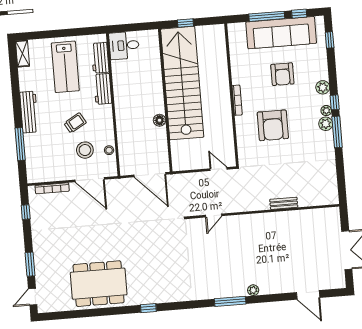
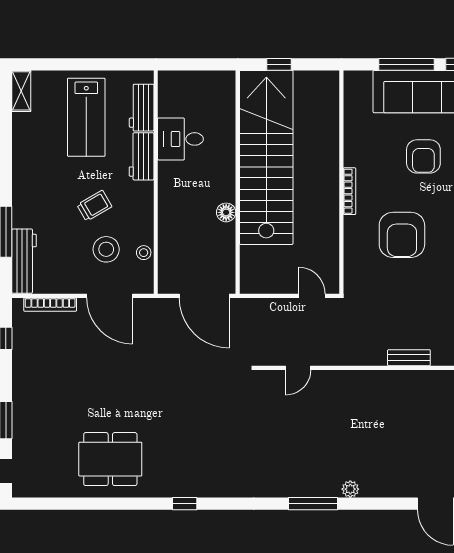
desk: (124, 45) -> (180, 139), moved
workbench: (29, 112) -> (24, 261), moved
dining table: (99, 284) -> (110, 459), width x0.73, depth x0.80

